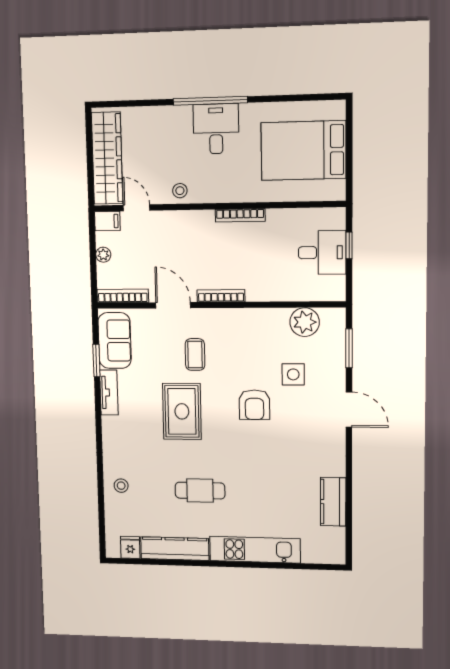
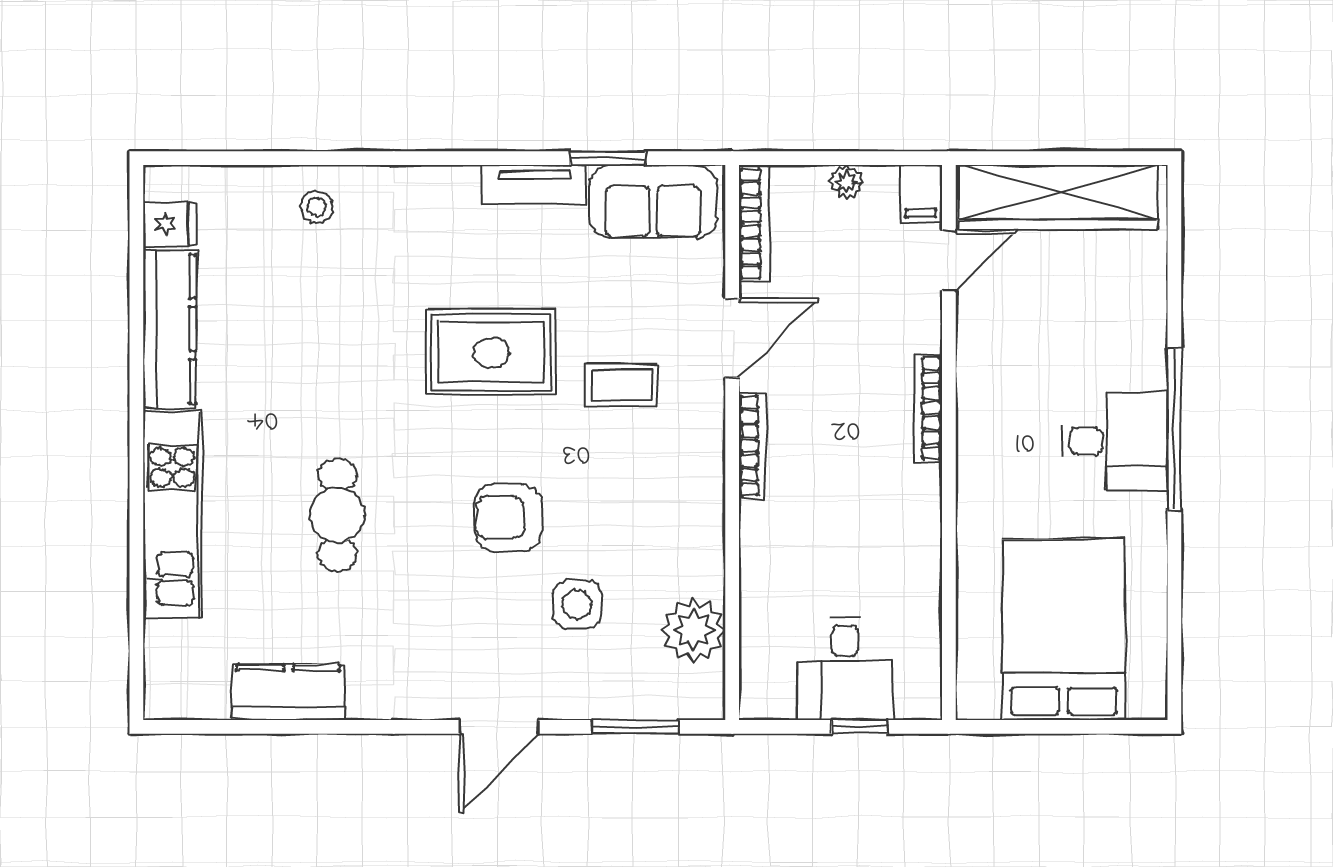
stool: (180, 191) -> (984, 359), removed
bookcase: (240, 215) -> (928, 408), moved
cafe table: (200, 491) -> (337, 515), moved

